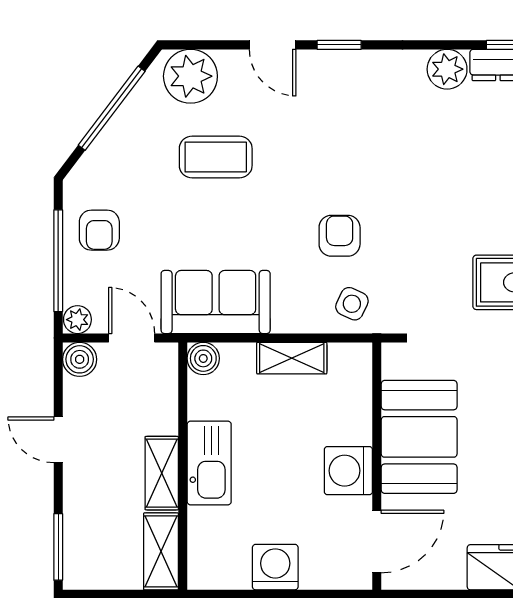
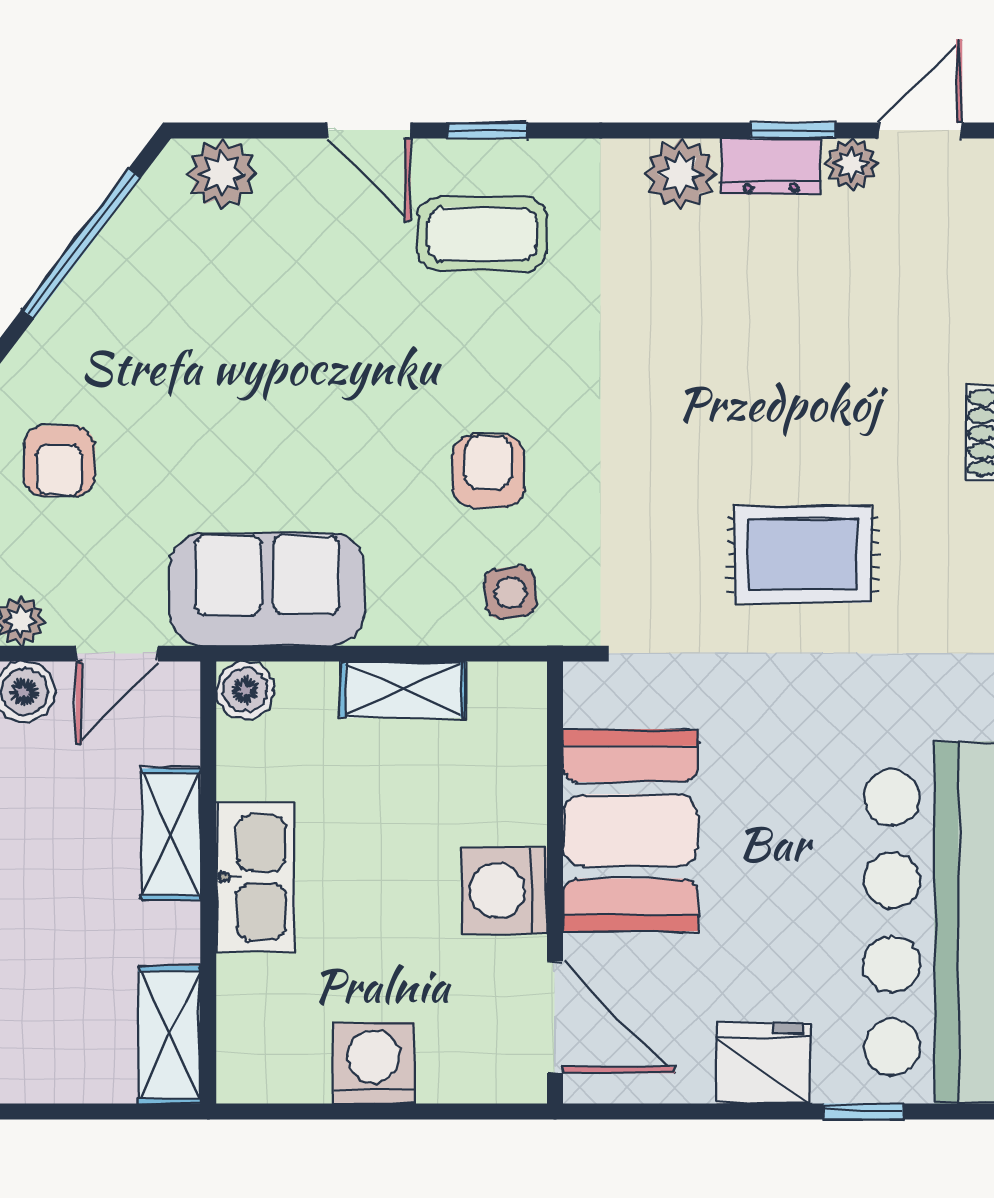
plant: (190, 76) -> (222, 174), width x0.73, depth x0.73
coffee table: (216, 157) -> (482, 234), moved
side table: (352, 304) -> (510, 593), turned -33
door: (132, 338) -> (117, 654), swing flipped
shelving: (162, 473) -> (171, 834), moved
door: (377, 541) -> (555, 1017), hinge flipped

